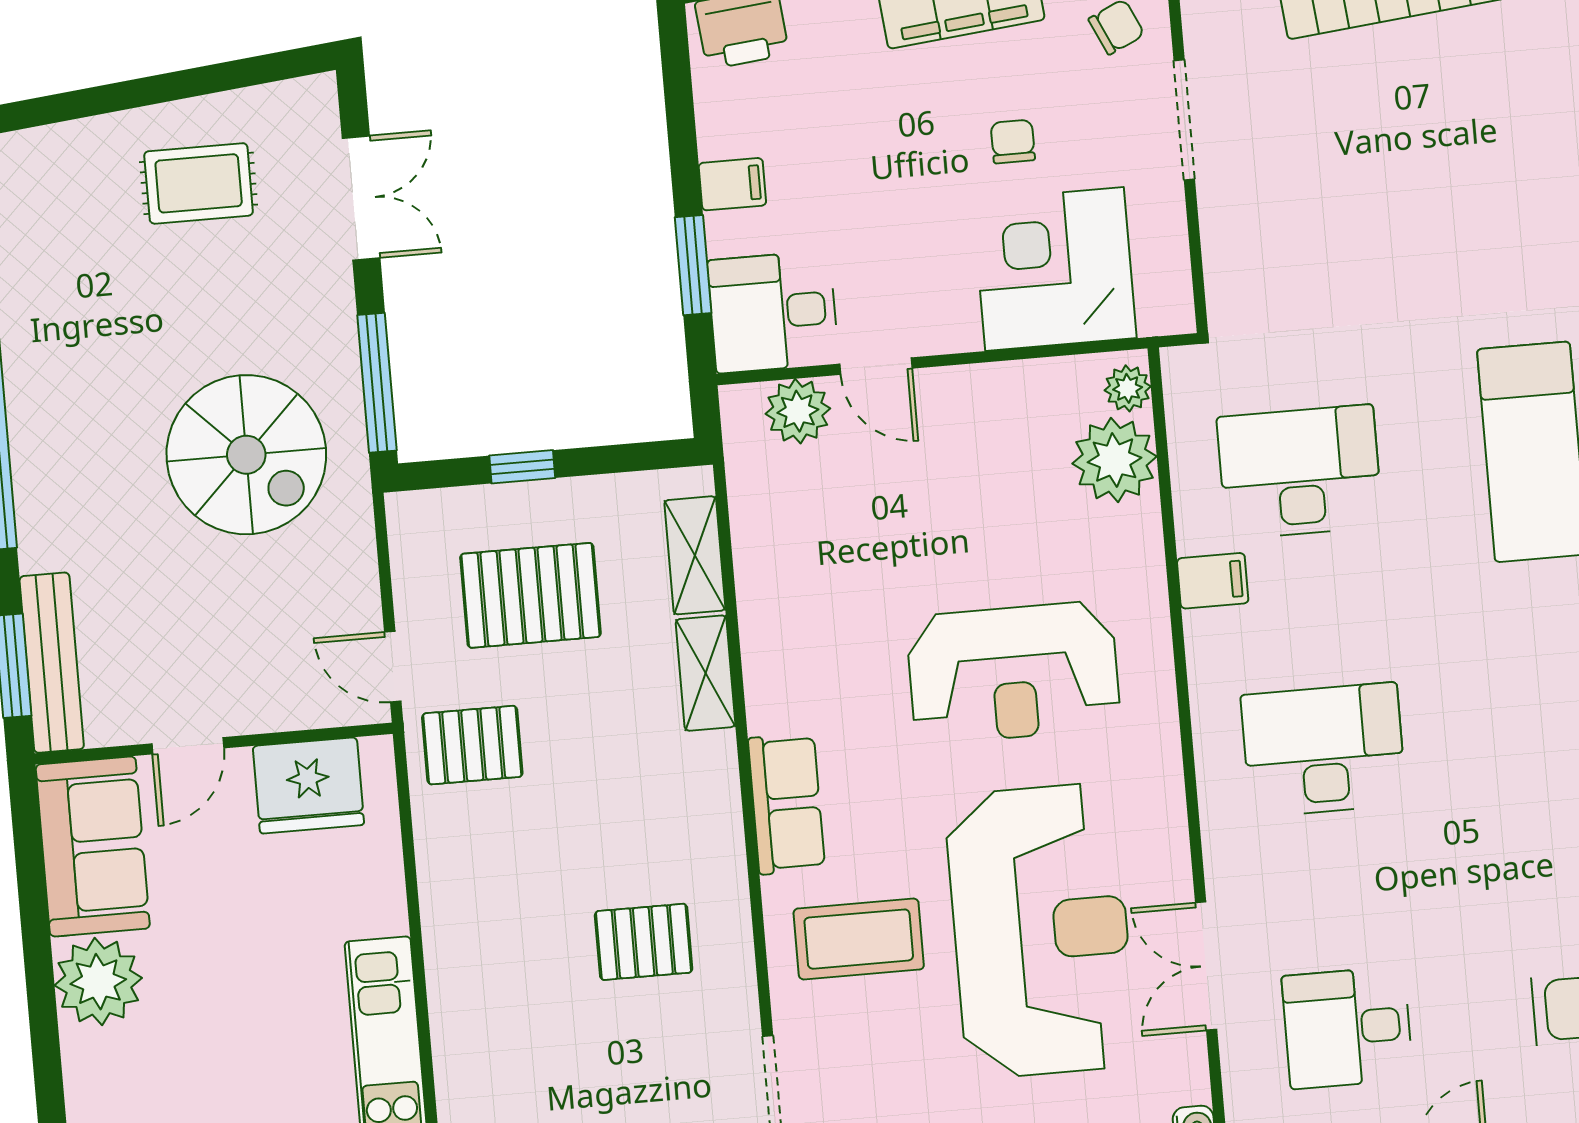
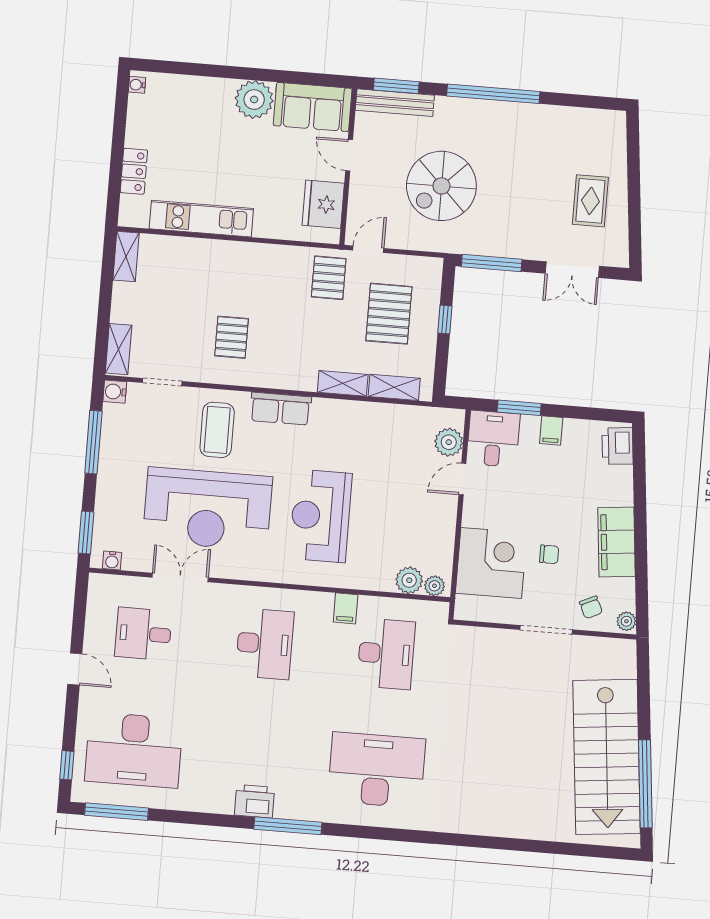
spiral stairs: (246, 455) -> (441, 186), moved
plant: (1115, 460) -> (409, 580), width x0.73, depth x0.73
desk: (1347, 1028) -> (143, 634), turned -90

